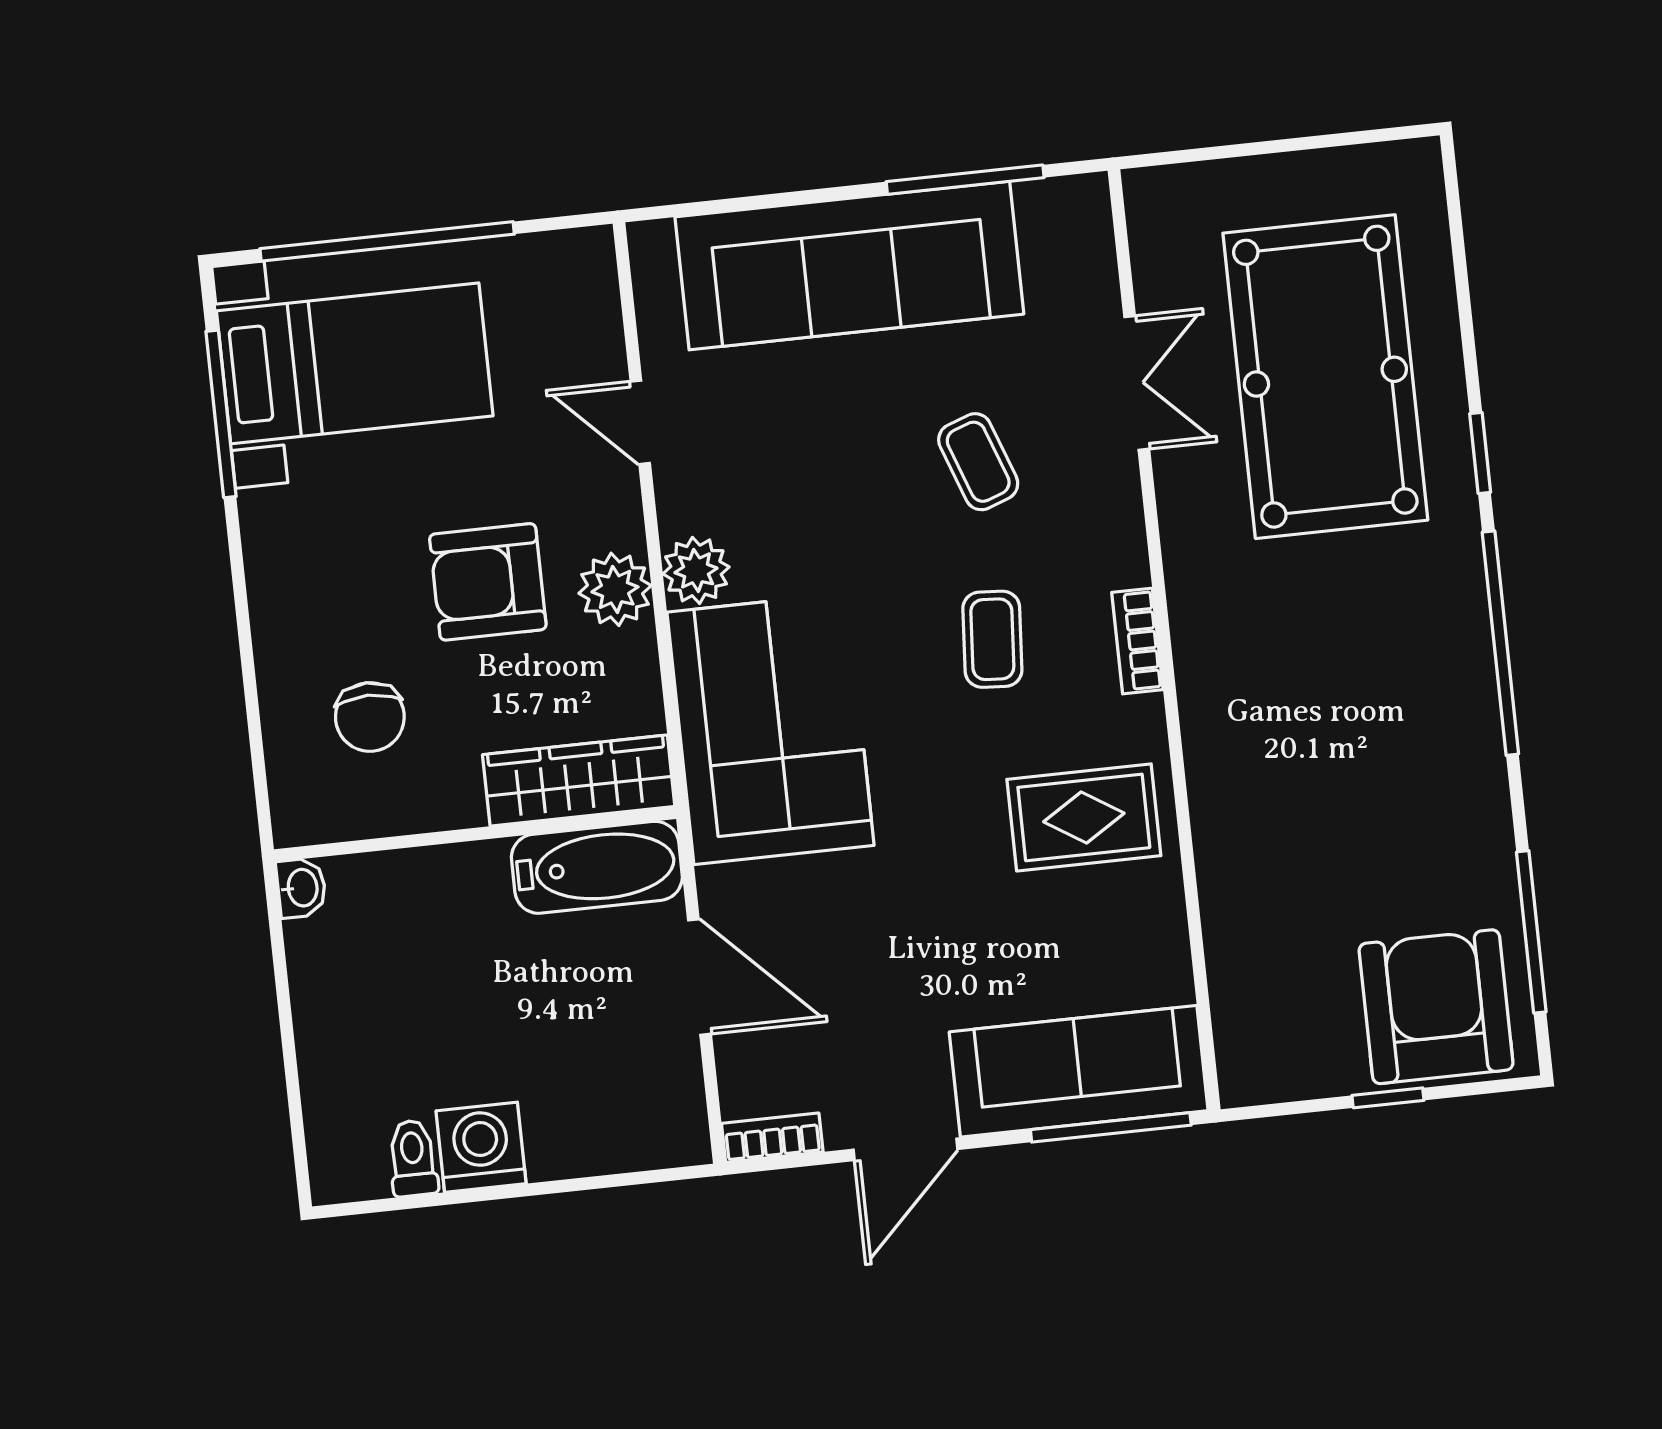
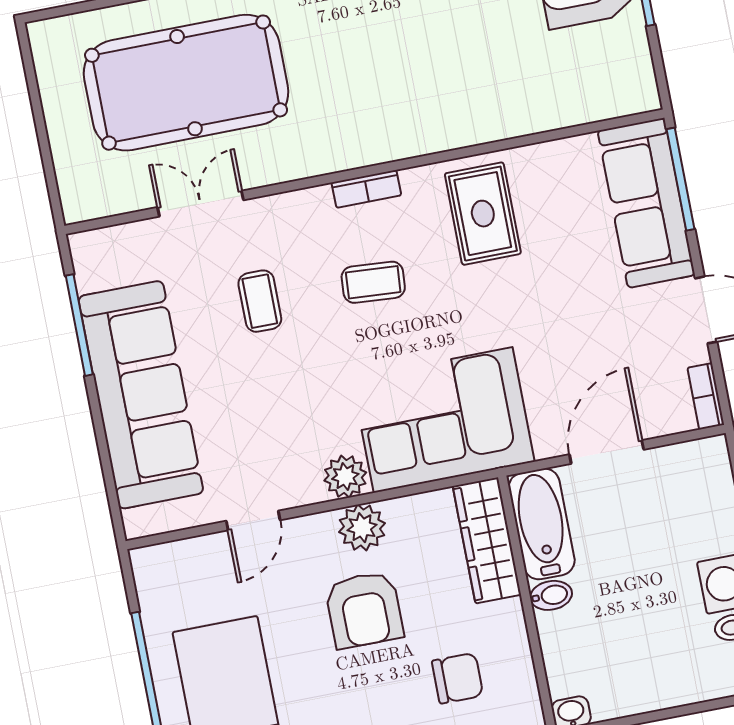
coffee table: (978, 462) -> (260, 301), turned -70
bidet: (485, 872) -> (551, 595), added

